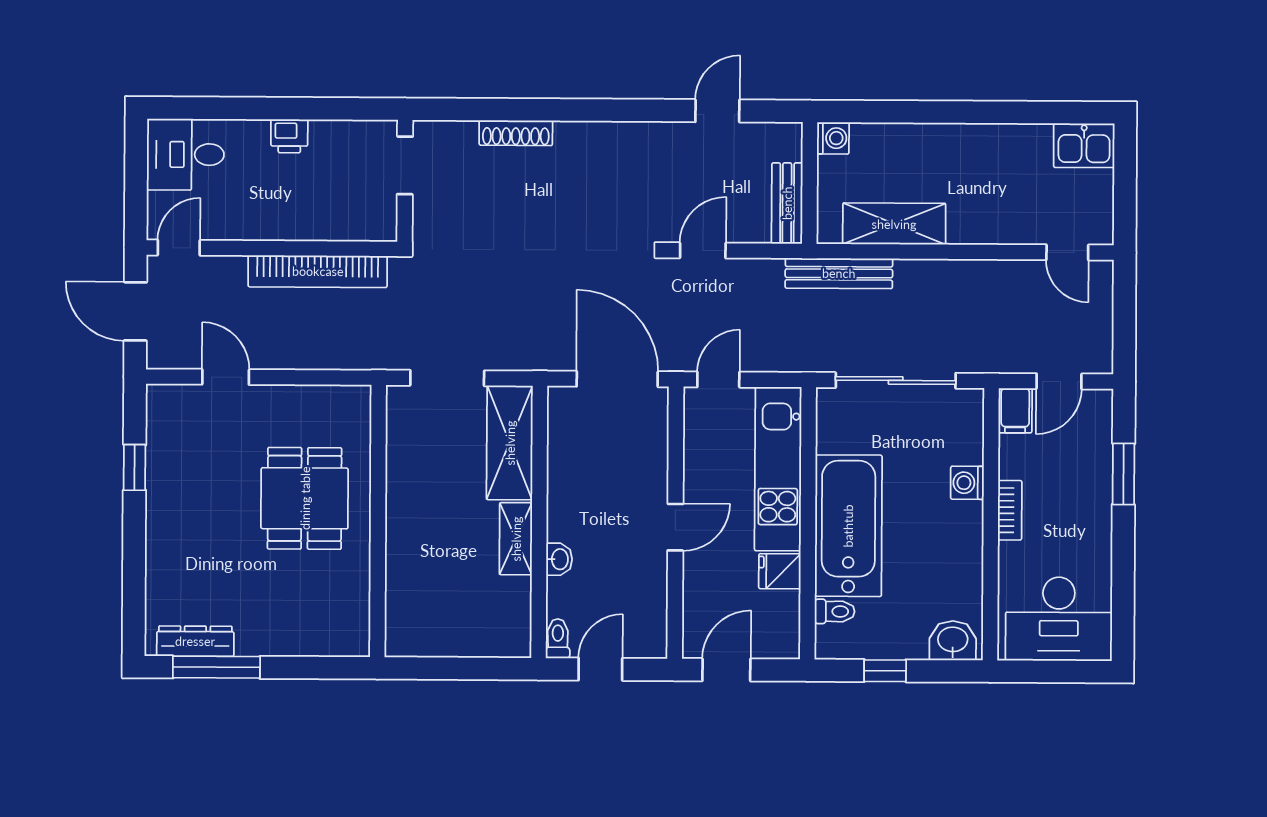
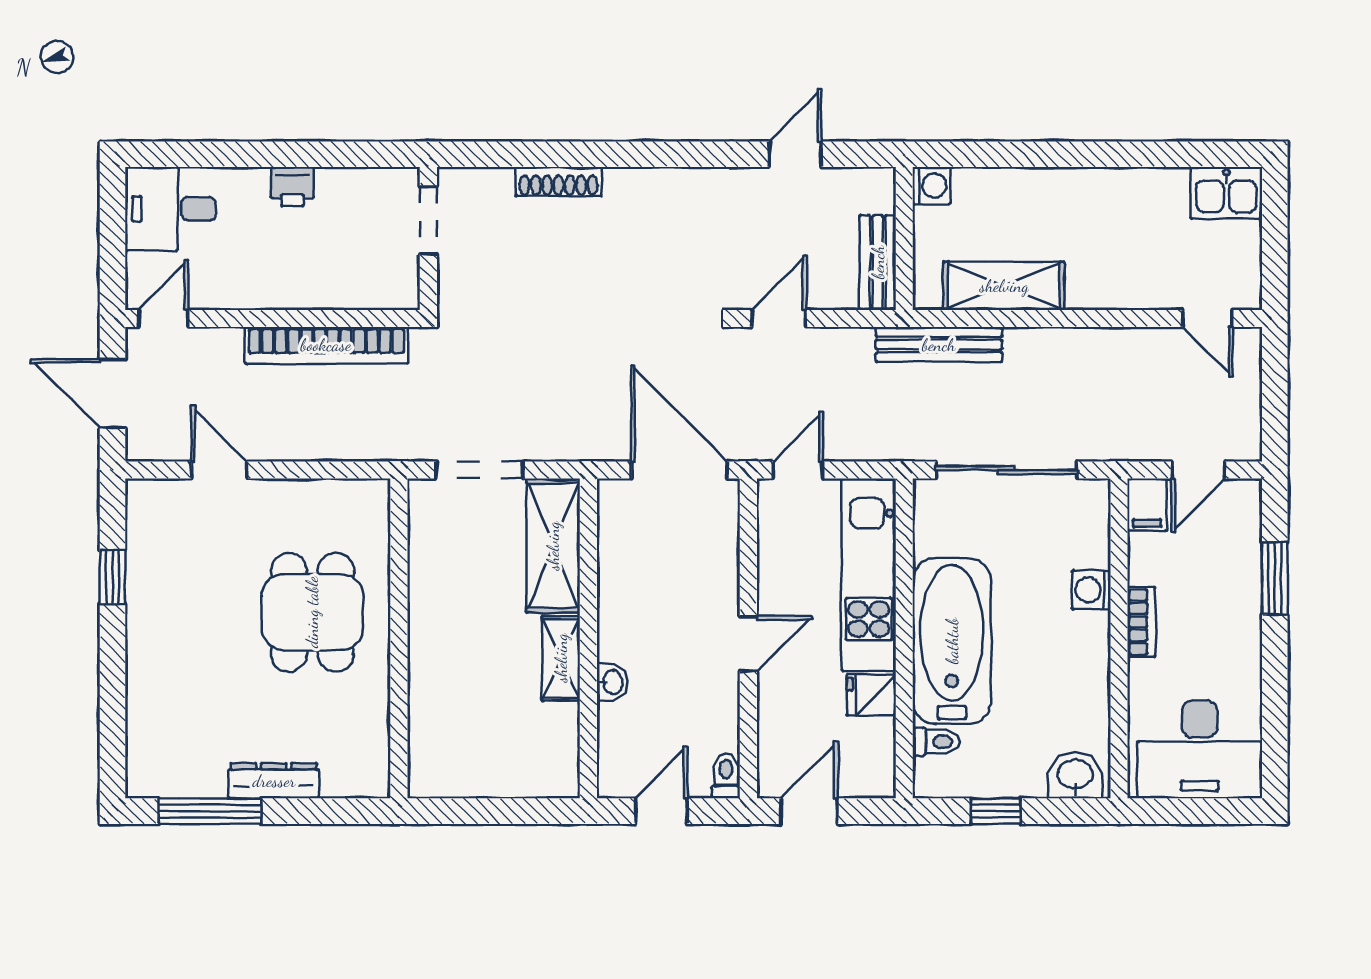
toilet: (558, 639) -> (726, 775), moved
dresser: (195, 641) -> (274, 781), moved

